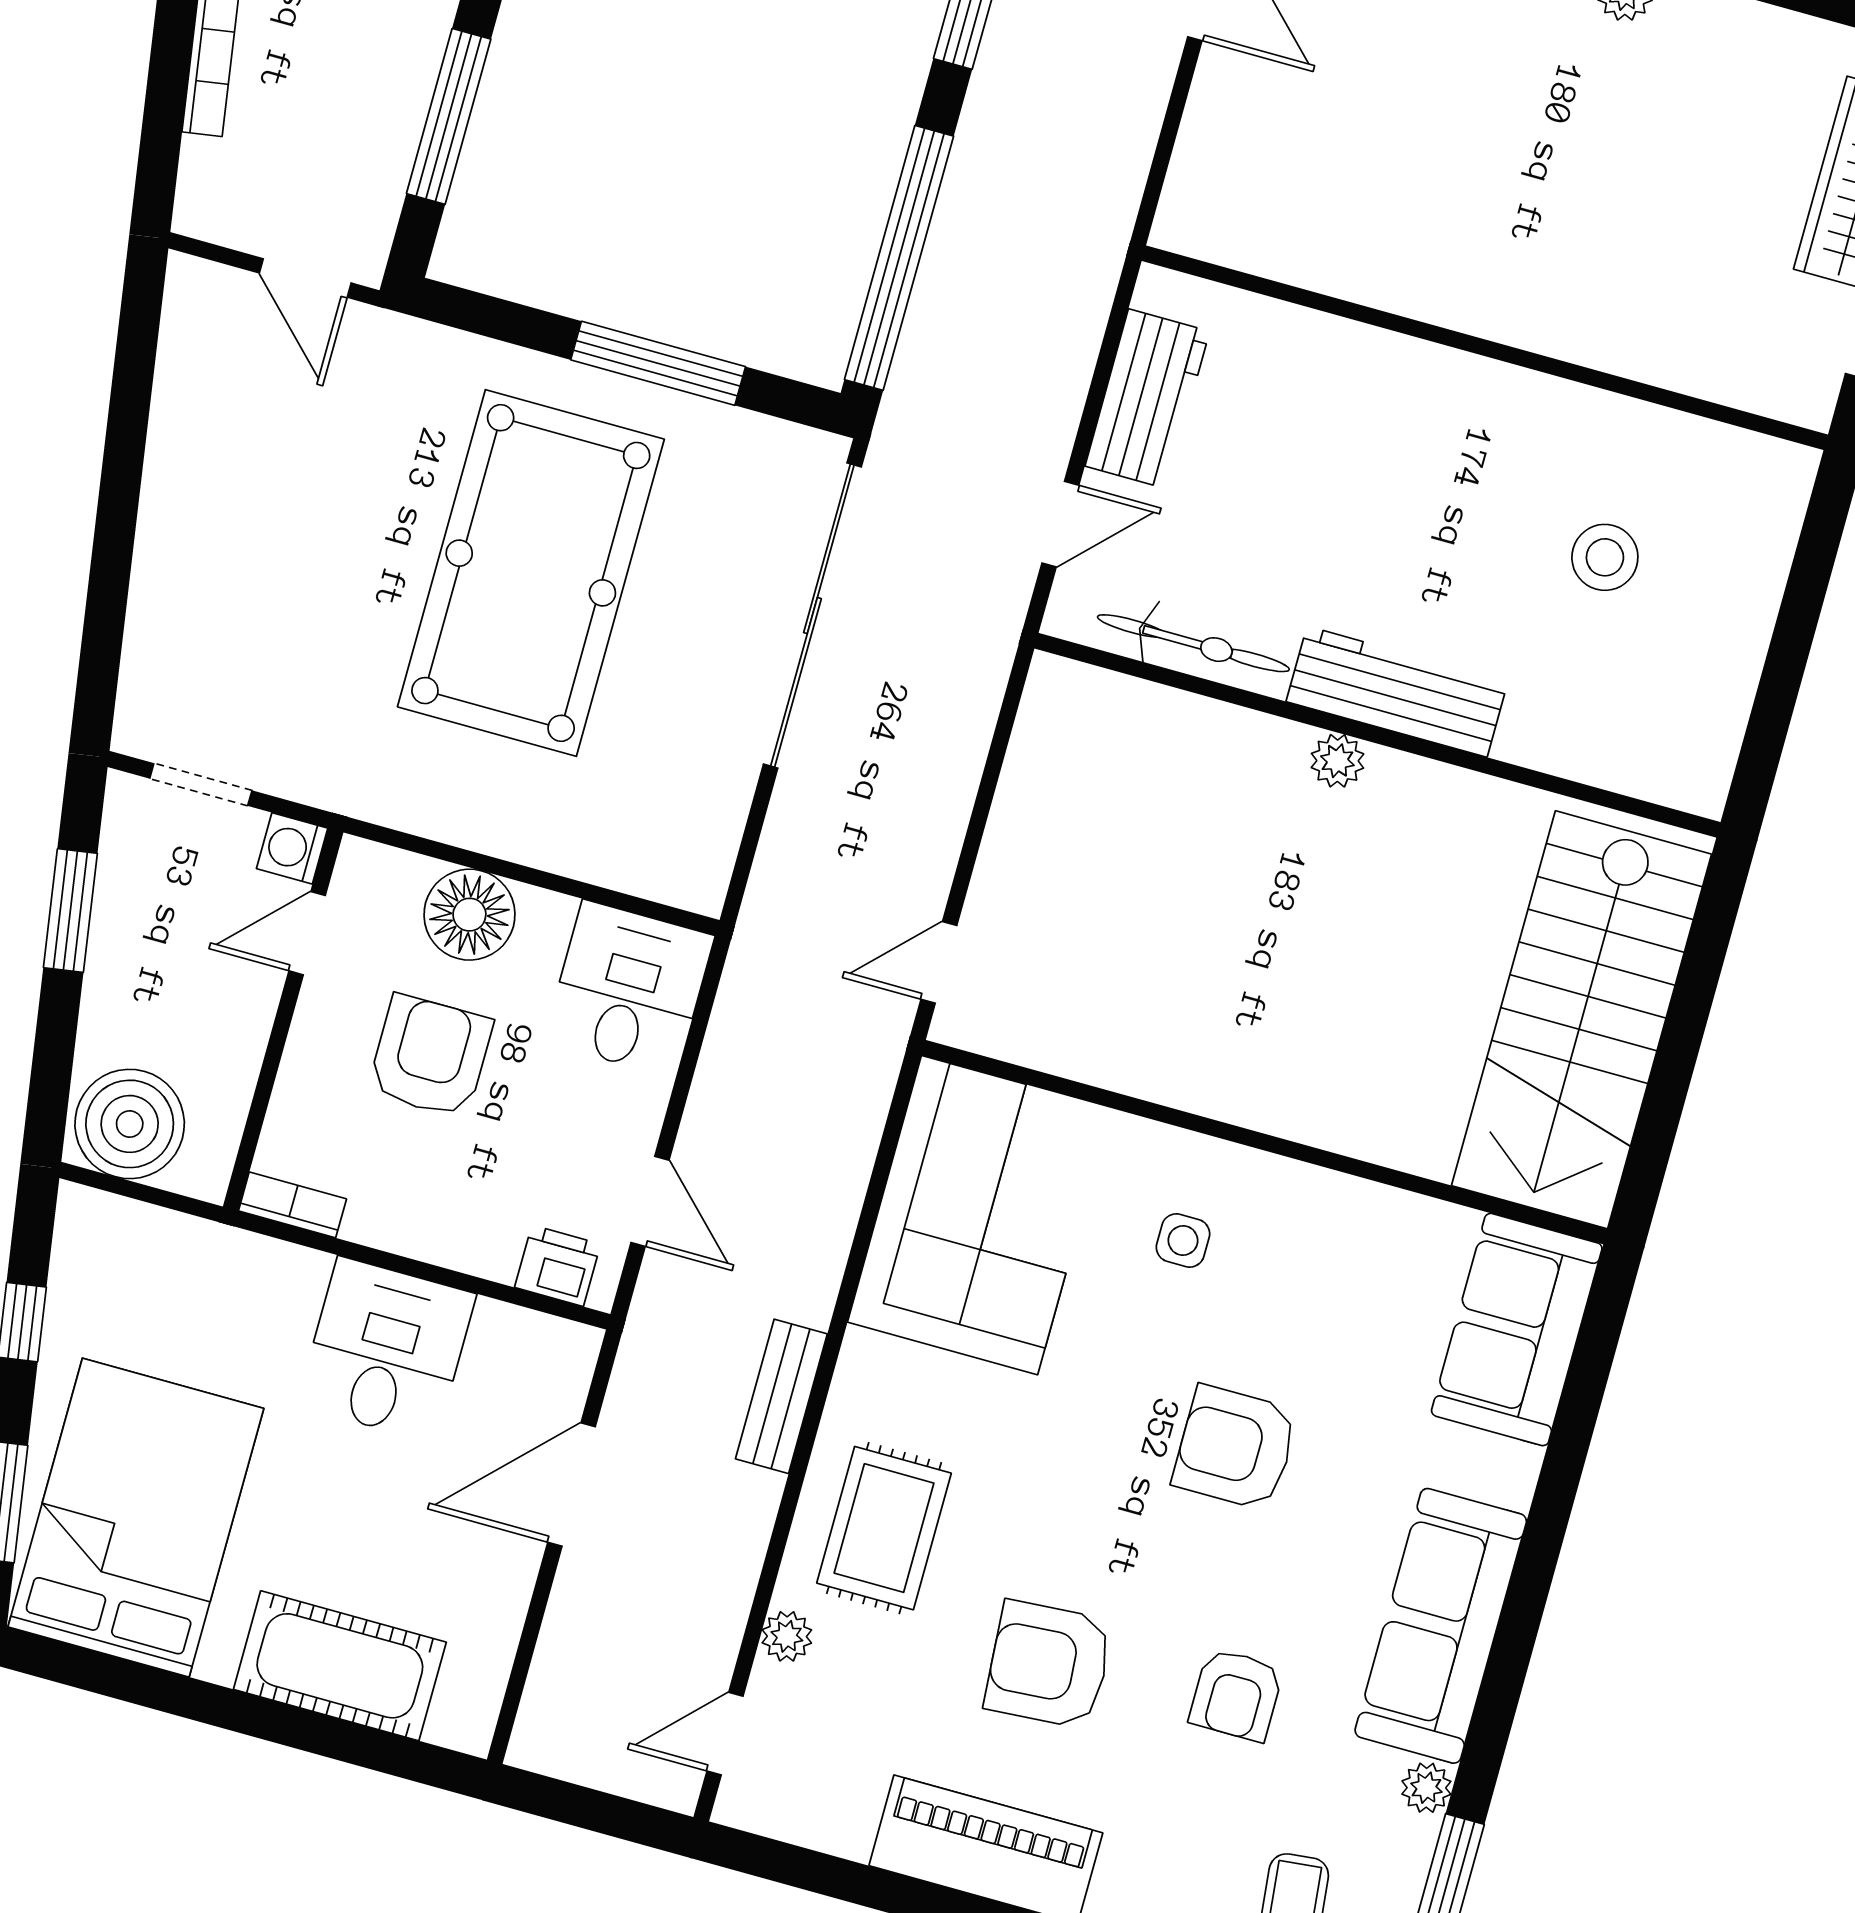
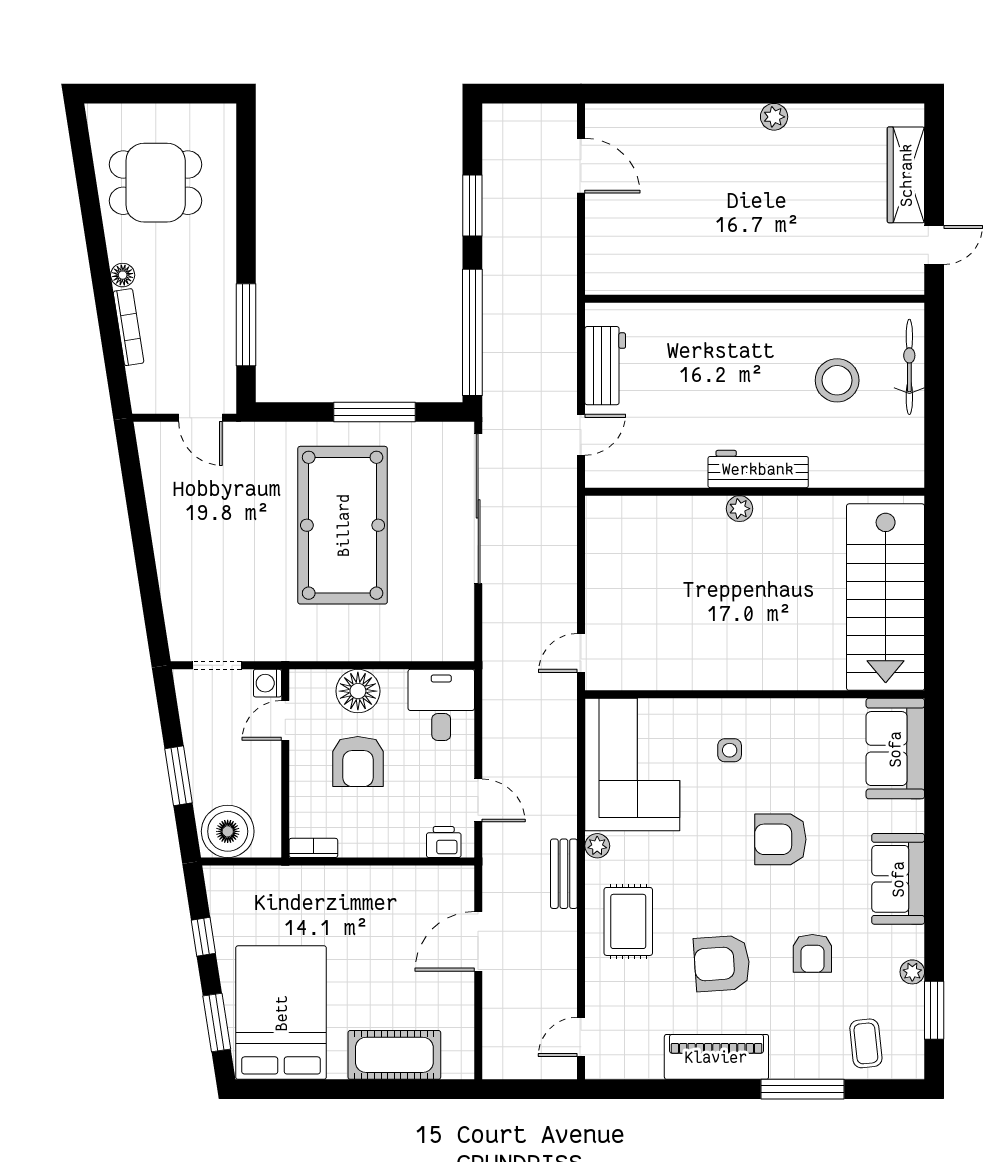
stool: (1605, 557) -> (837, 380), width x1.38, depth x1.38
bicycle: (1193, 643) -> (909, 367), moved, turned -90
window: (70, 910) -> (178, 776), moved
armchair: (430, 1056) -> (358, 761), turned 180
desk: (387, 1350) -> (375, 903), removed
sofa: (1441, 1626) -> (898, 879), width x0.73
plant: (787, 1636) -> (597, 846), moved

